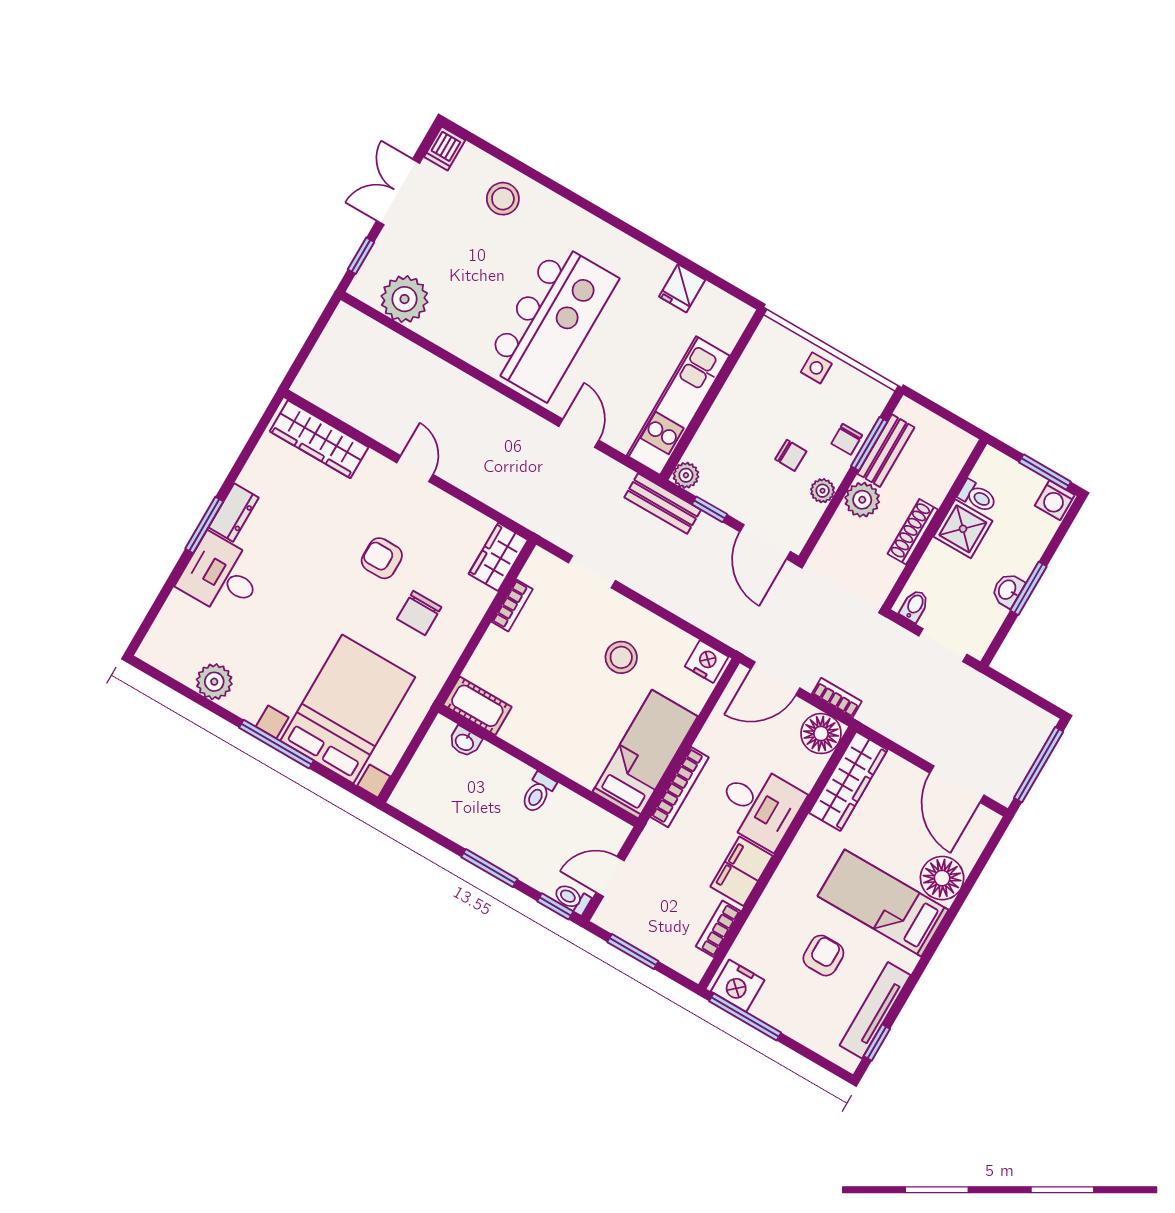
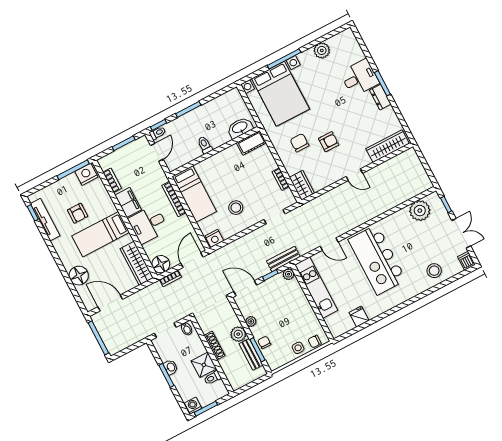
chair: (791, 455) -> (315, 341), moved
washbasin: (465, 742) -> (240, 128), width x1.91, depth x1.45
bed: (883, 903) -> (101, 234), moved, turned 180

